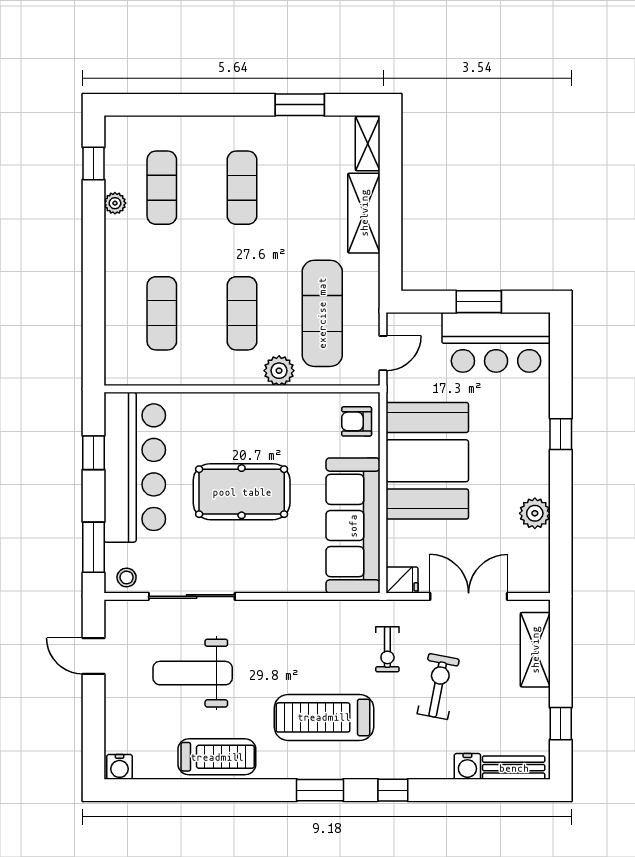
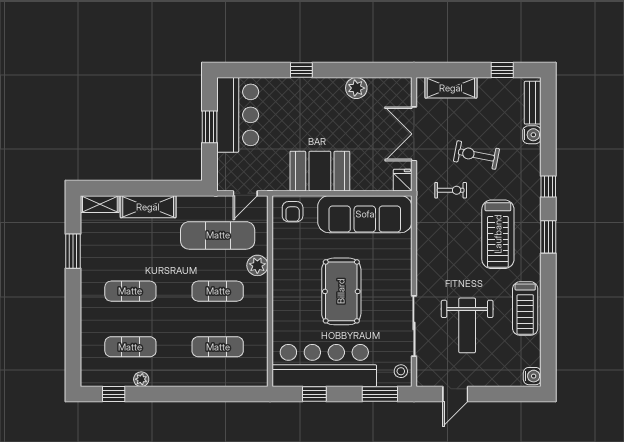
door: (383, 353) -> (245, 193), swing flipped
booth: (427, 461) -> (320, 171), width x0.73, depth x0.70
treadmill: (217, 757) -> (525, 309), turned 180

